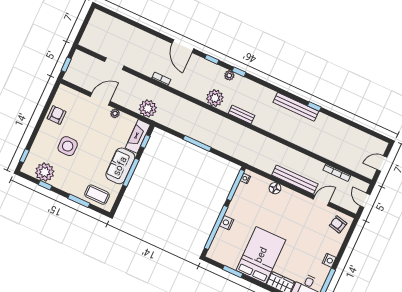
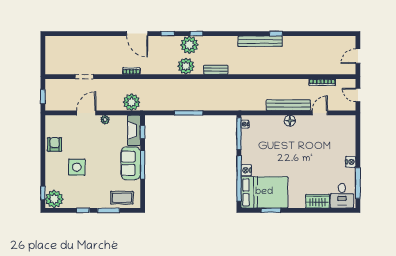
plant: (229, 75) -> (189, 45), width x1.88, depth x1.88
plant: (45, 172) -> (54, 199), moved
window: (45, 185) -> (83, 210), moved
floor lamp: (275, 188) -> (290, 121), moved
armchair: (338, 224) -> (344, 127), removed
bed: (261, 255) -> (264, 192), moved, turned 90

